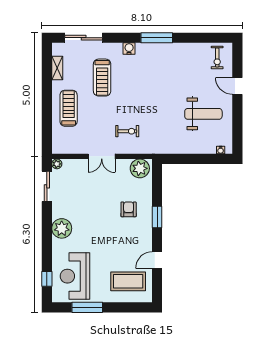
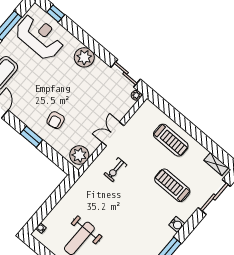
shelving: (57, 68) -> (216, 164), moved
armchair: (129, 209) -> (56, 120), turned 78

